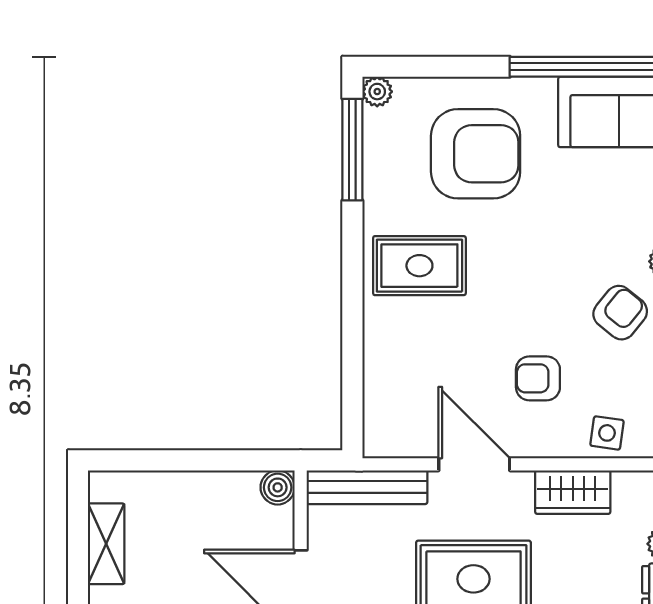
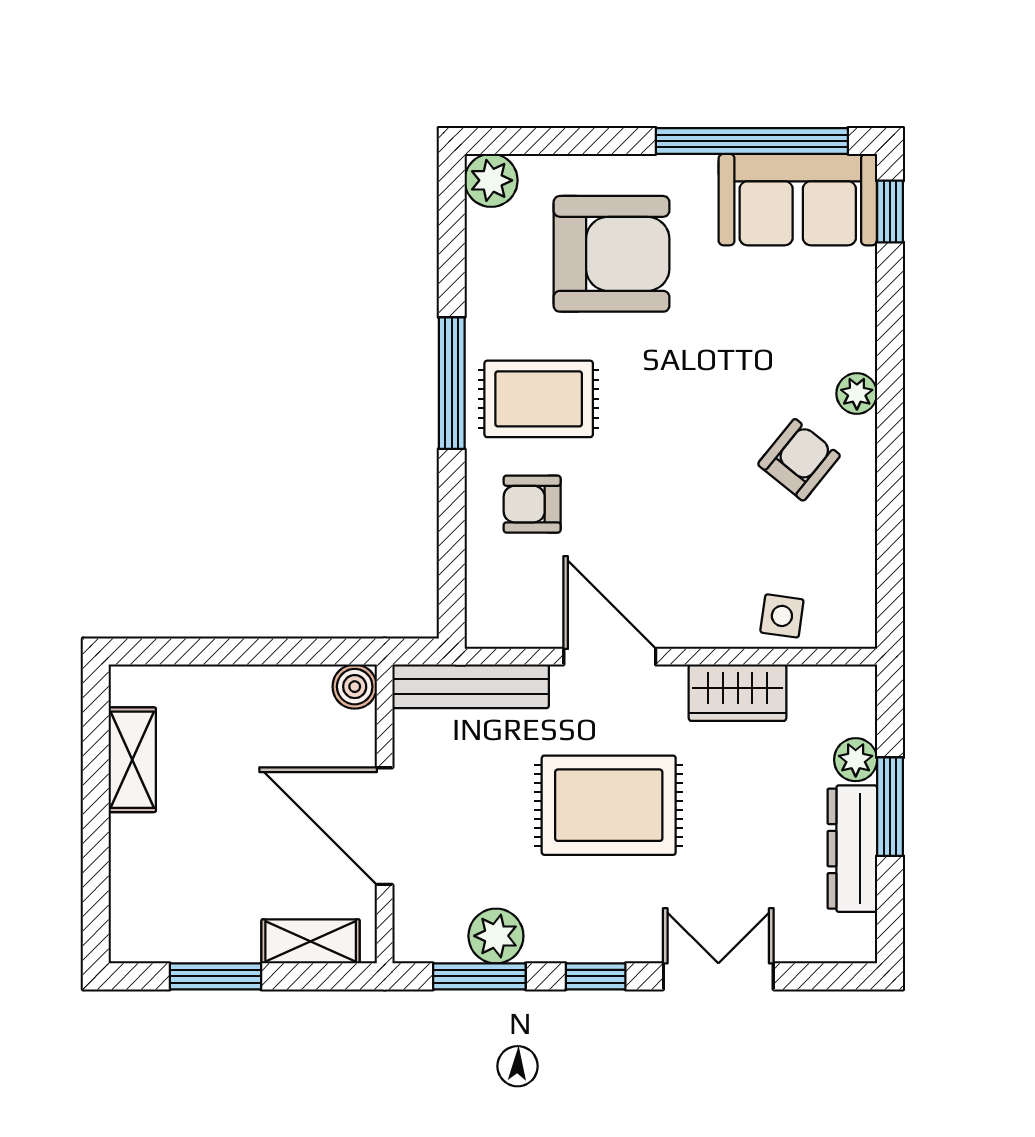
plant: (377, 92) -> (491, 180), width x1.38, depth x1.38
window: (352, 150) -> (452, 383), moved
armchair: (538, 378) -> (532, 504), moved

